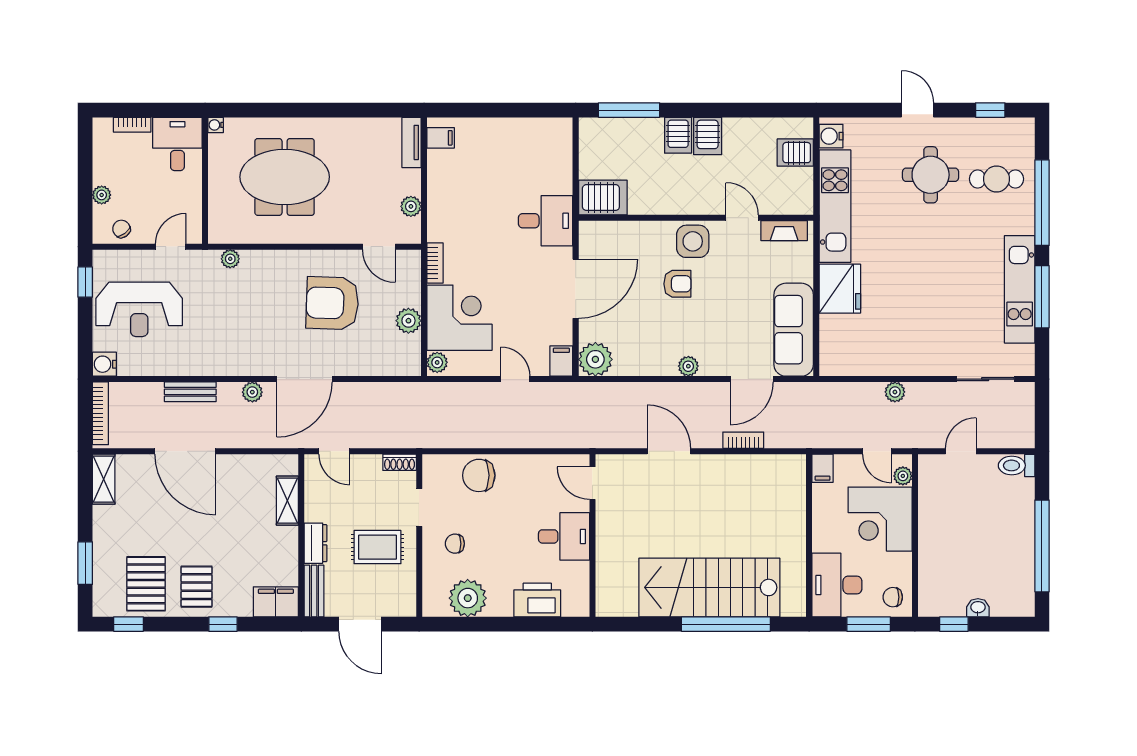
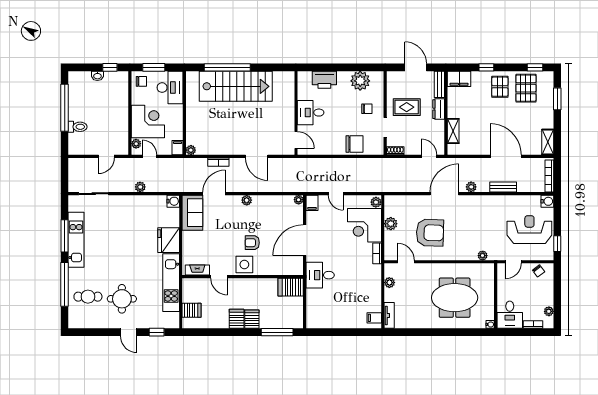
window: (990, 110) -> (157, 332), moved
water cooler: (831, 136) -> (173, 201), moved
plant: (102, 195) -> (549, 311), moved
sofa: (794, 330) -> (192, 213), width x0.73
plant: (595, 359) -> (299, 200), width x0.53, depth x0.53
plant: (797, 464) -> (191, 150), added
toilet: (1017, 465) -> (78, 127), moved

